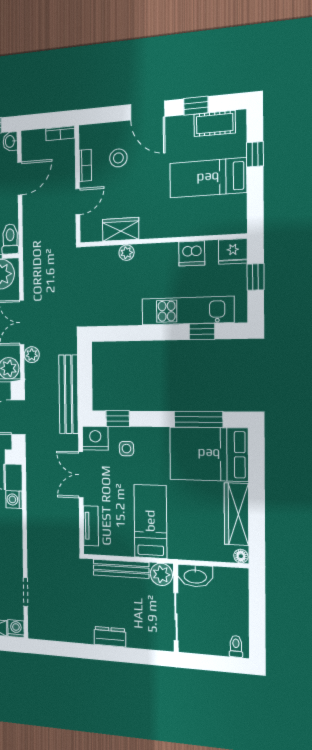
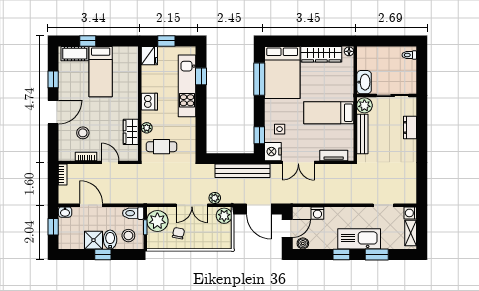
cot: (215, 124) -> (75, 54), moved, turned 90
dishwasher: (192, 253) -> (149, 102), moved
cafe table: (100, 276) -> (161, 147), added
dresser: (110, 637) -> (410, 127), moved

